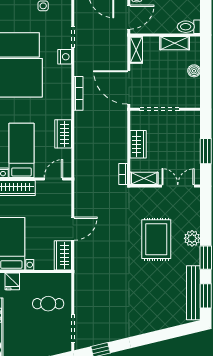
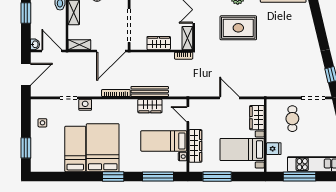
bench: (80, 134) -> (150, 92), added
wardrobe: (63, 255) -> (257, 118), moved, turned 90

